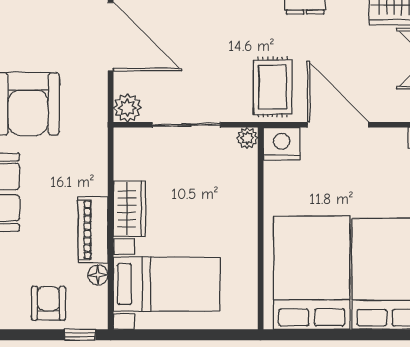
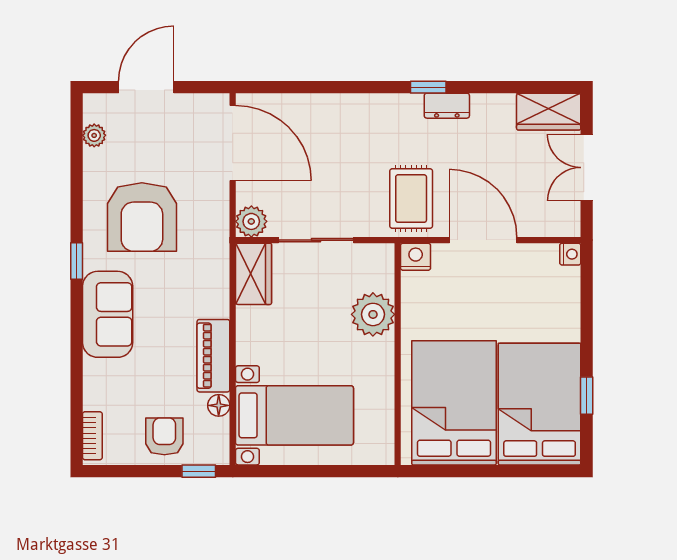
plant: (247, 138) -> (373, 314), moved, width x1.87, depth x1.87
nightstand: (282, 144) -> (416, 257), width x0.74, depth x0.75
wardrobe: (130, 209) -> (254, 274), moved

